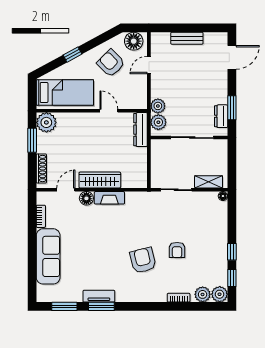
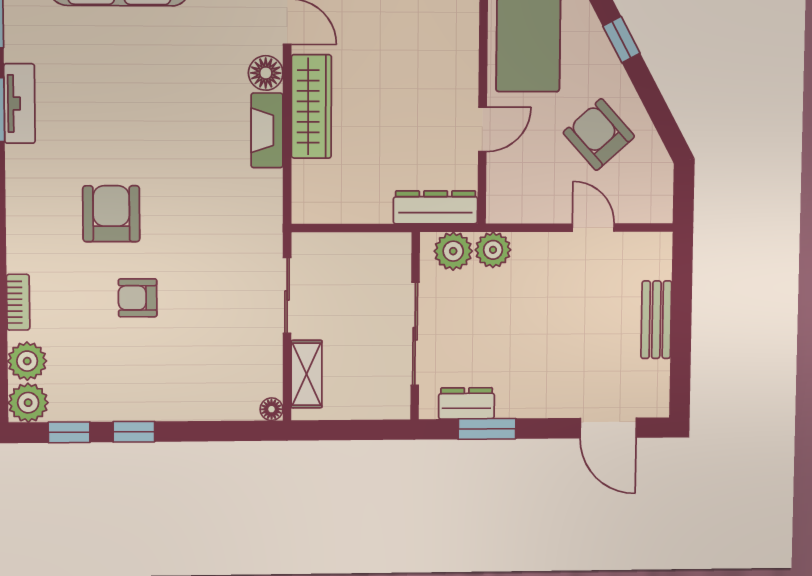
floor lamp: (134, 41) -> (651, 190), removed
armchair: (111, 63) -> (599, 135), turned -87
armchair: (143, 260) -> (111, 214), turned -76

